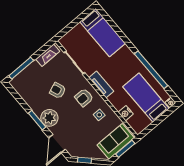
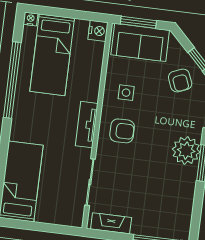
armchair: (58, 90) -> (180, 81), moved
nightstand: (126, 113) -> (98, 31), moved

